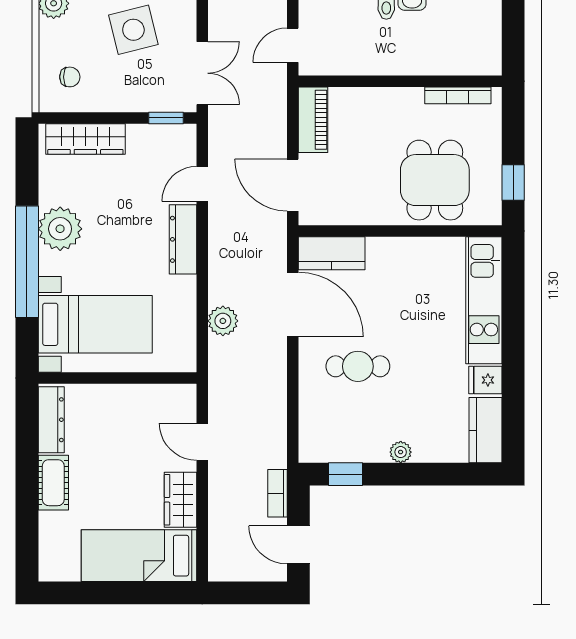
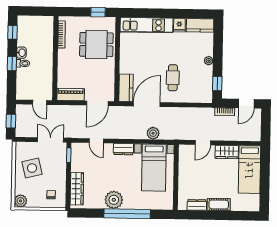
dresser: (183, 239) -> (123, 149), width x0.70
bed with nightstands: (95, 324) -> (154, 168), moved, turned 180
dresser: (51, 420) -> (197, 205), width x0.70

